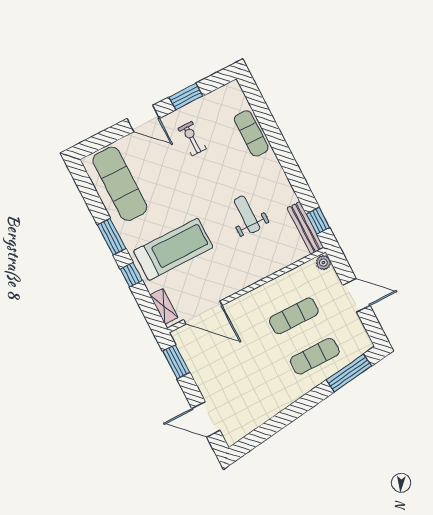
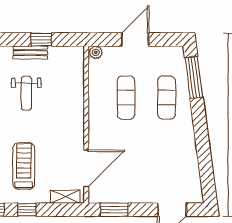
weight bench: (247, 214) -> (26, 93), turned -90
window: (318, 221) -> (41, 40), moved
bench: (305, 228) -> (30, 52), moved, width x0.73
treadmill: (173, 249) -> (24, 166), width x0.73, depth x0.73

